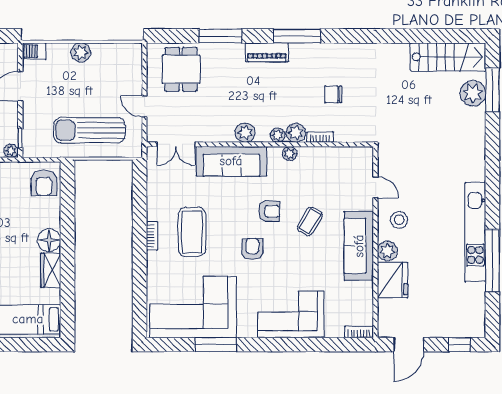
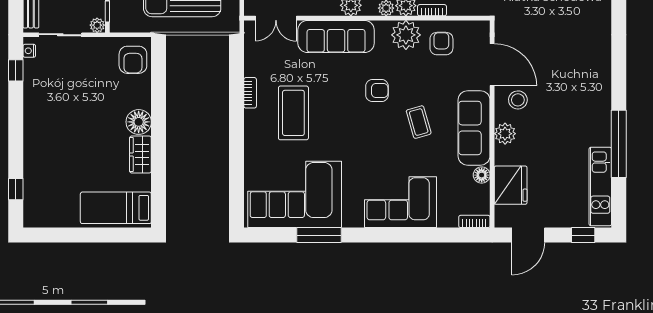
plant: (290, 154) -> (406, 35), width x1.88, depth x1.88
door: (375, 187) -> (492, 65), width x1.88
coffee table: (310, 221) -> (419, 122), moved, turned -46
kitchen unit: (475, 232) -> (600, 187), moved, width x0.73
bookcase: (152, 236) -> (250, 93), moved
armchair: (252, 249) -> (441, 44), moved
fridge: (393, 280) -> (511, 185), moved
floor lamp: (366, 289) -> (482, 175), added

